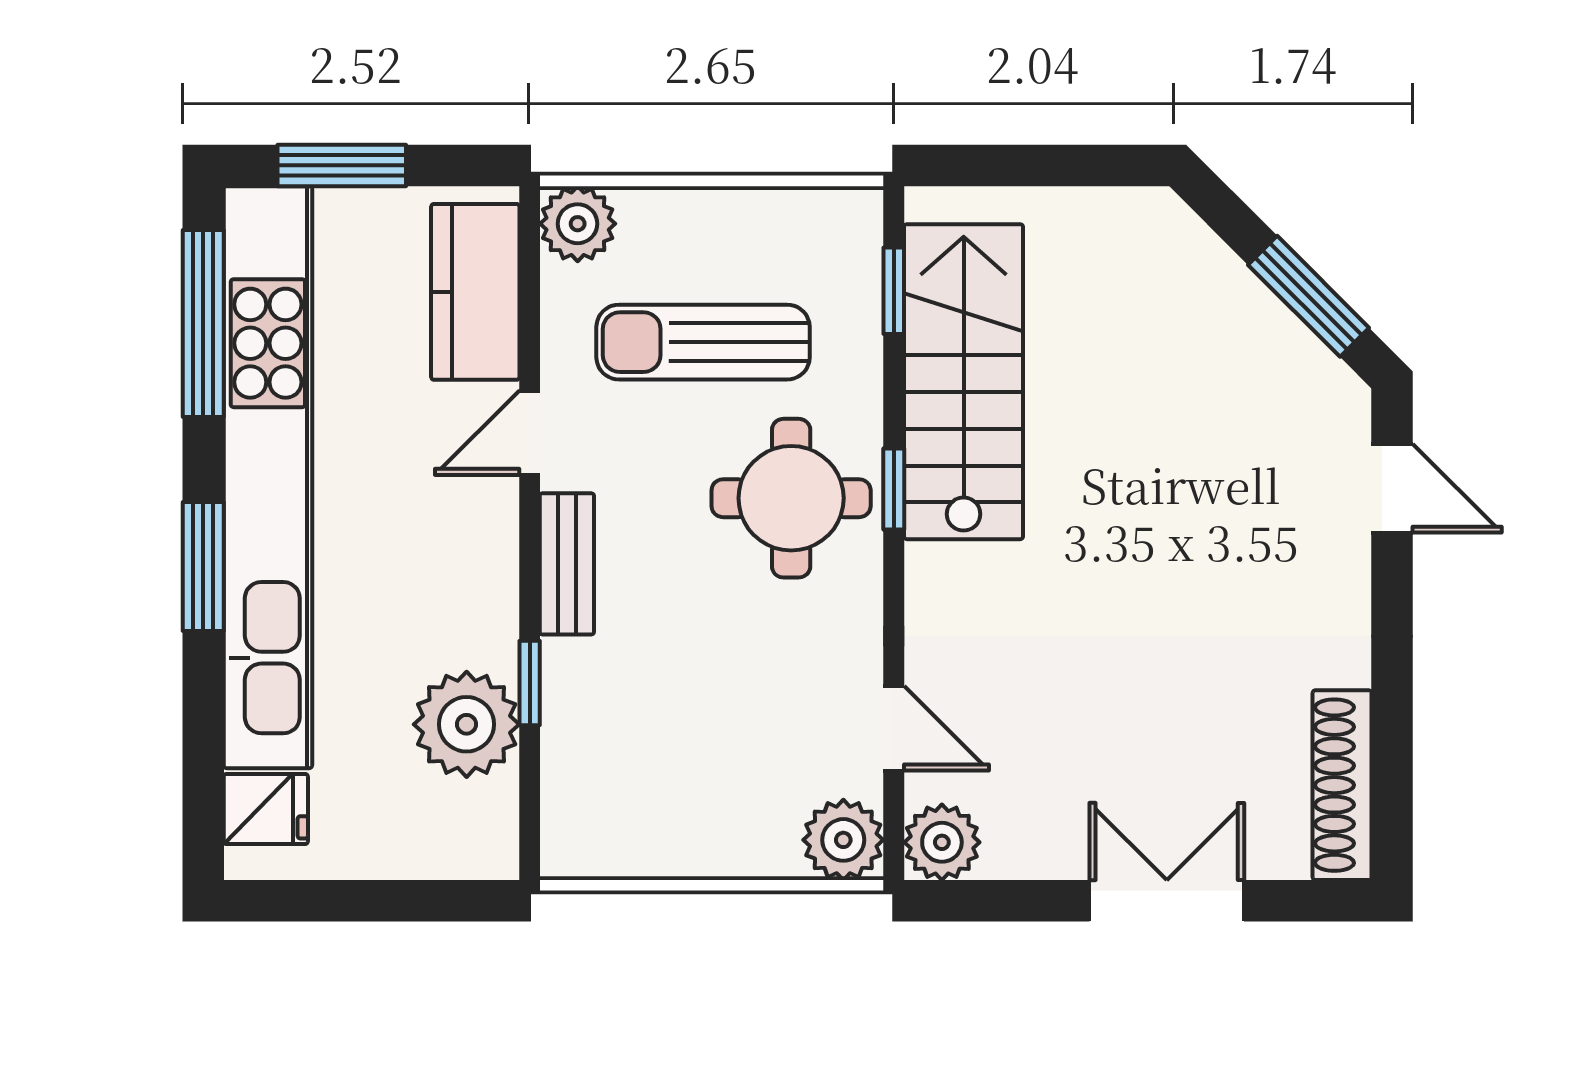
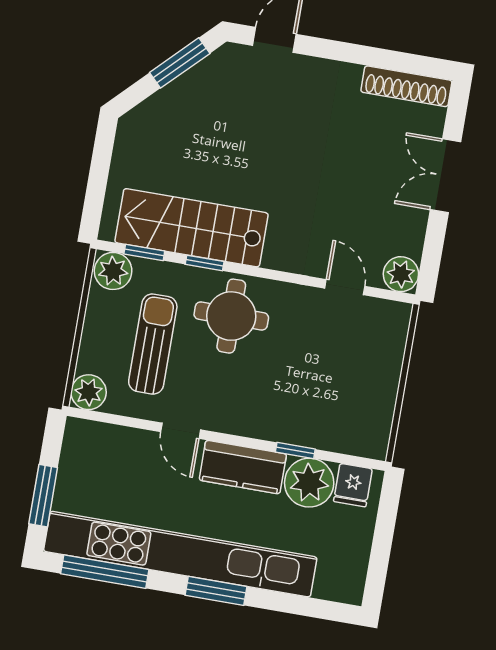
kitchen counter: (475, 292) -> (243, 467), moved
sun lounger: (703, 342) -> (153, 344), turned 180
window: (894, 489) -> (205, 263), moved
bench: (567, 564) -> (244, 424), removed
door: (894, 728) -> (345, 287), hinge flipped
fridge: (266, 809) -> (353, 485), moved, turned 180
plant: (843, 840) -> (113, 271), moved

